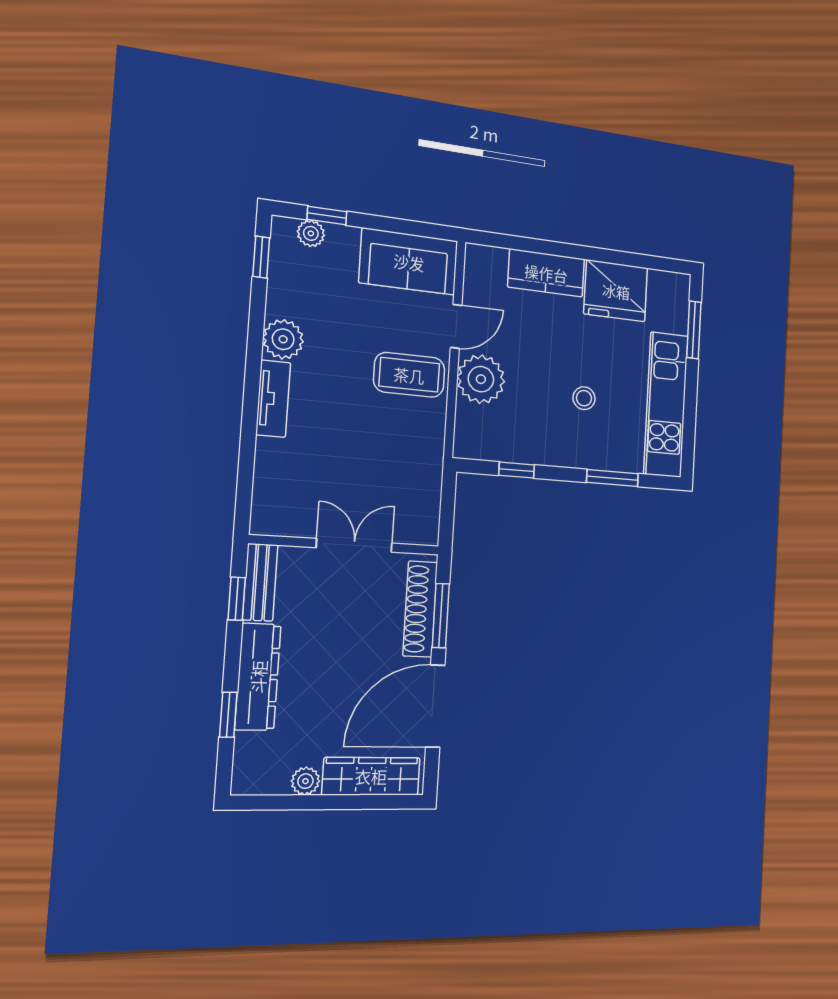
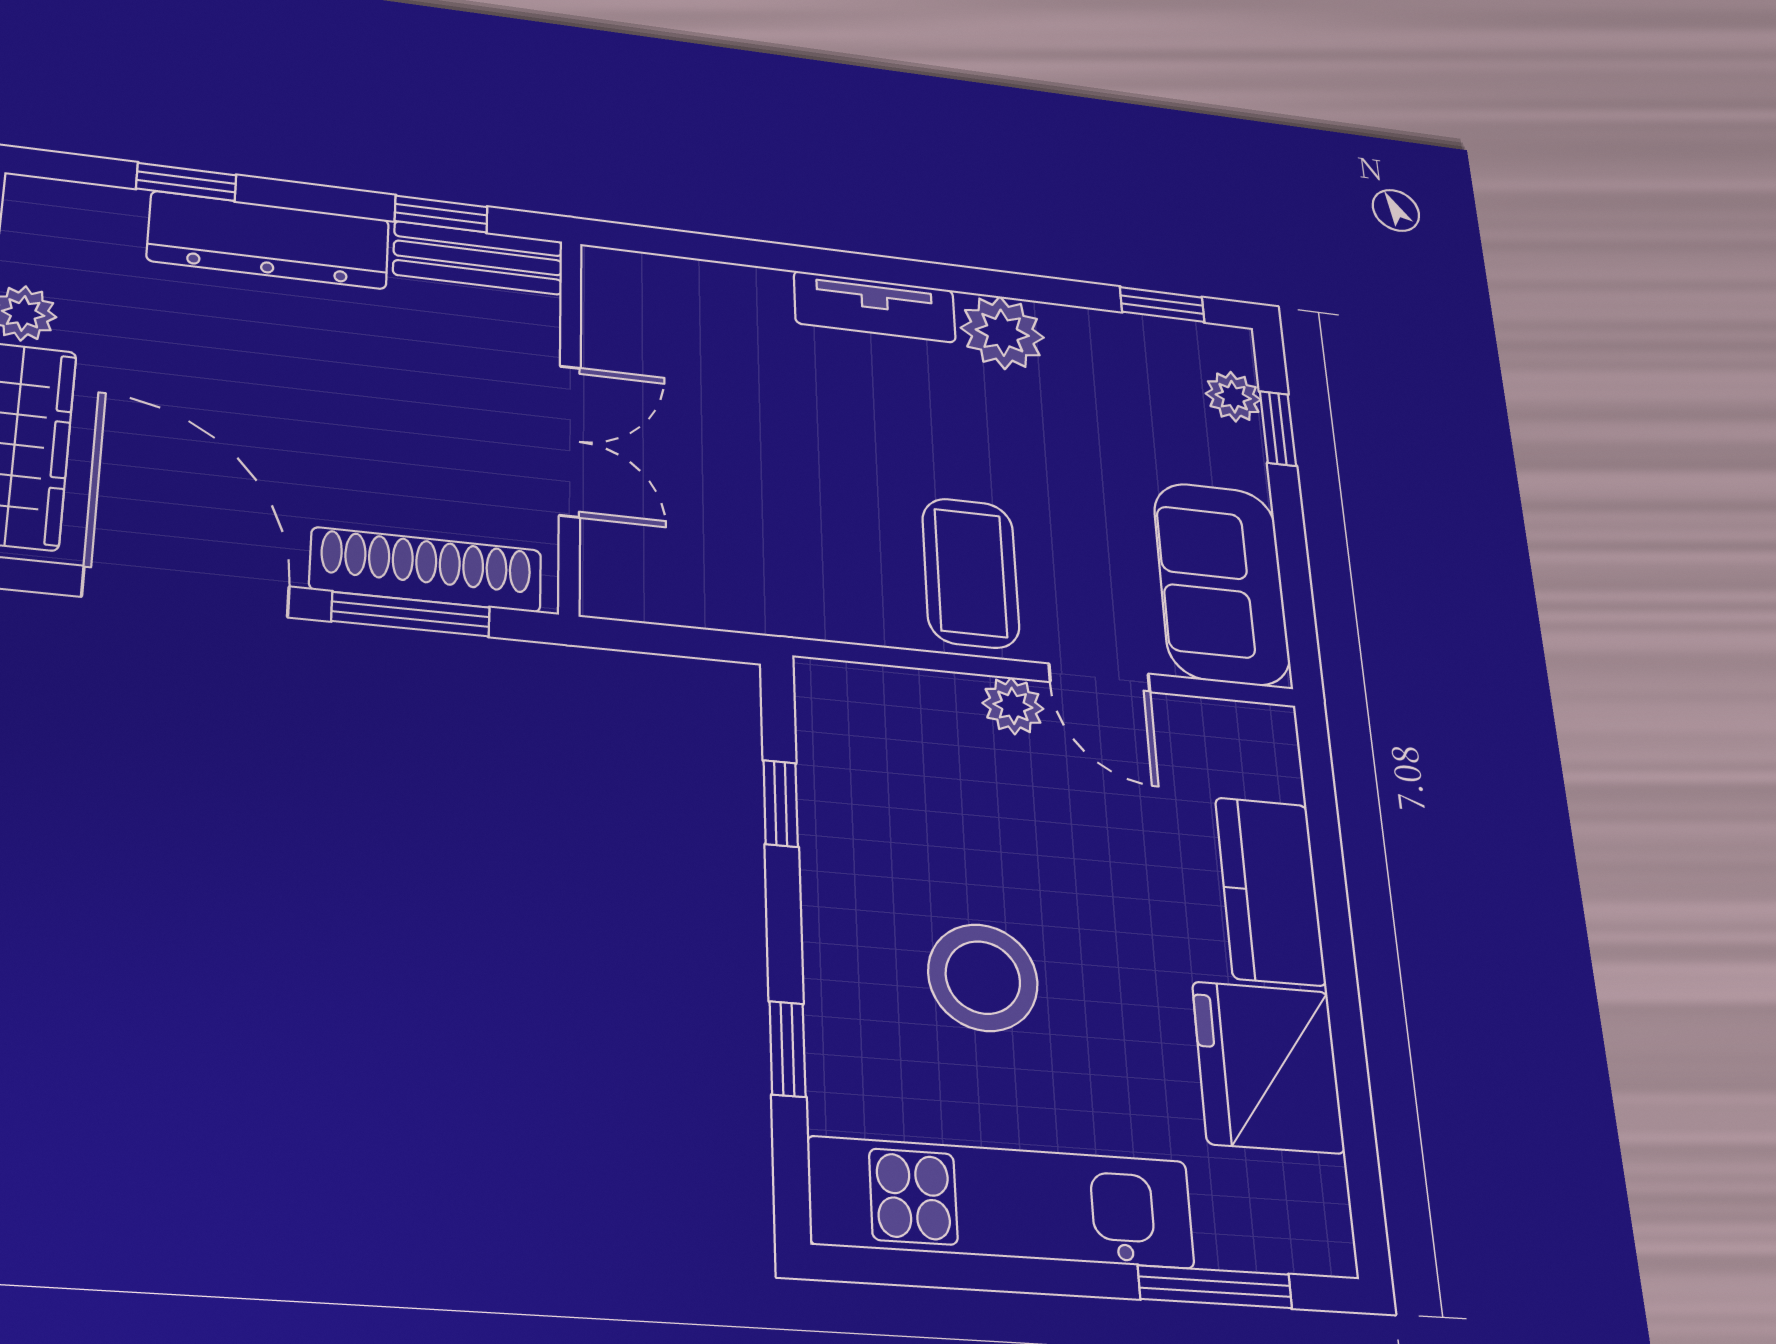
plant: (481, 379) -> (1013, 706), width x0.53, depth x0.53
stool: (584, 398) -> (983, 978), width x1.89, depth x1.89
window: (612, 478) -> (788, 1049), width x0.67

